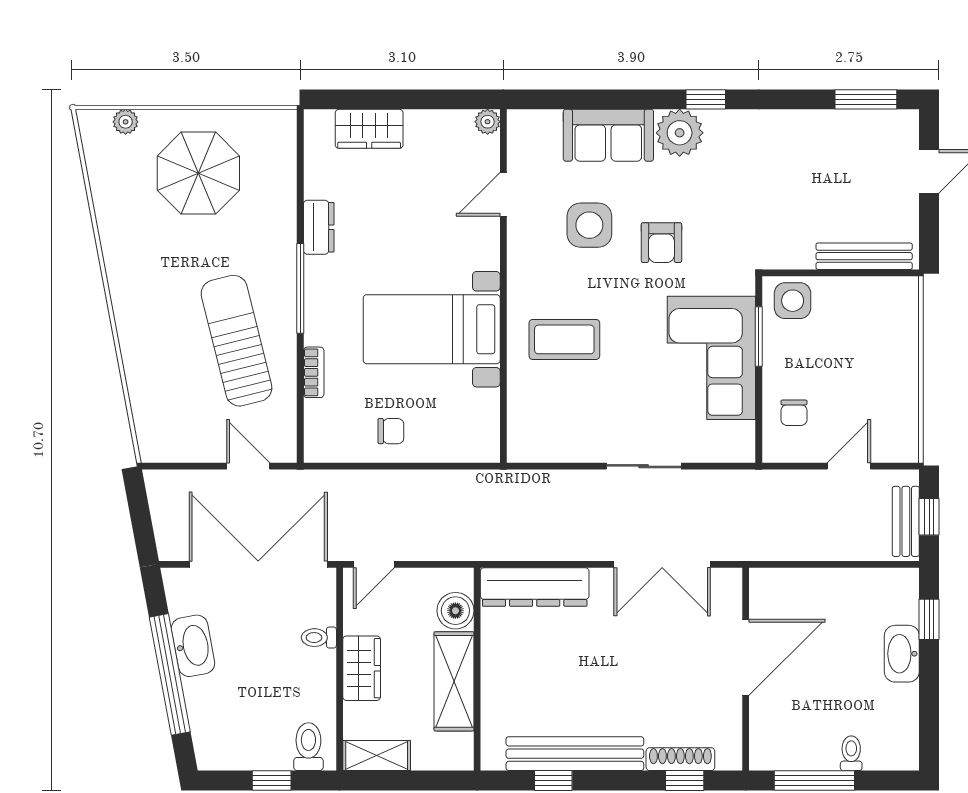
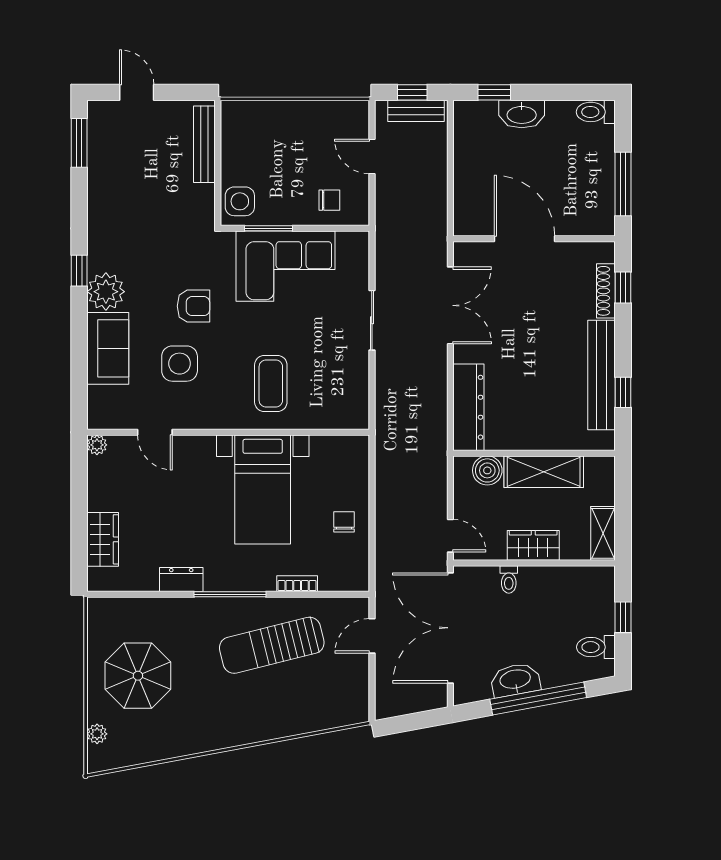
toilet: (308, 747) -> (596, 647), moved
toilet: (851, 753) -> (596, 112), moved, width x1.37, depth x1.39

